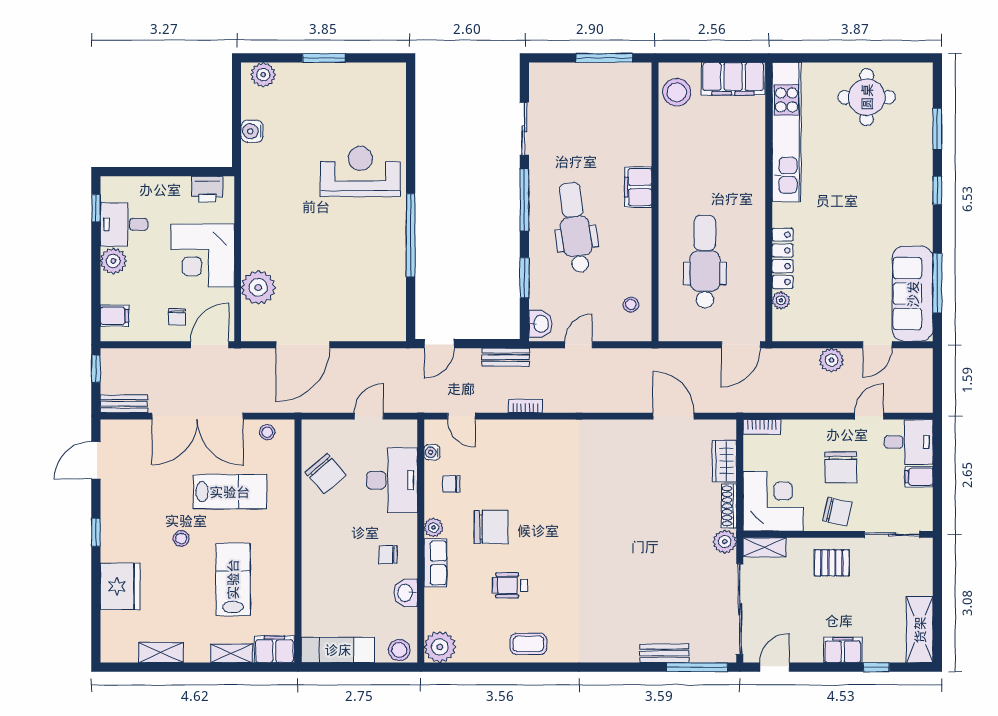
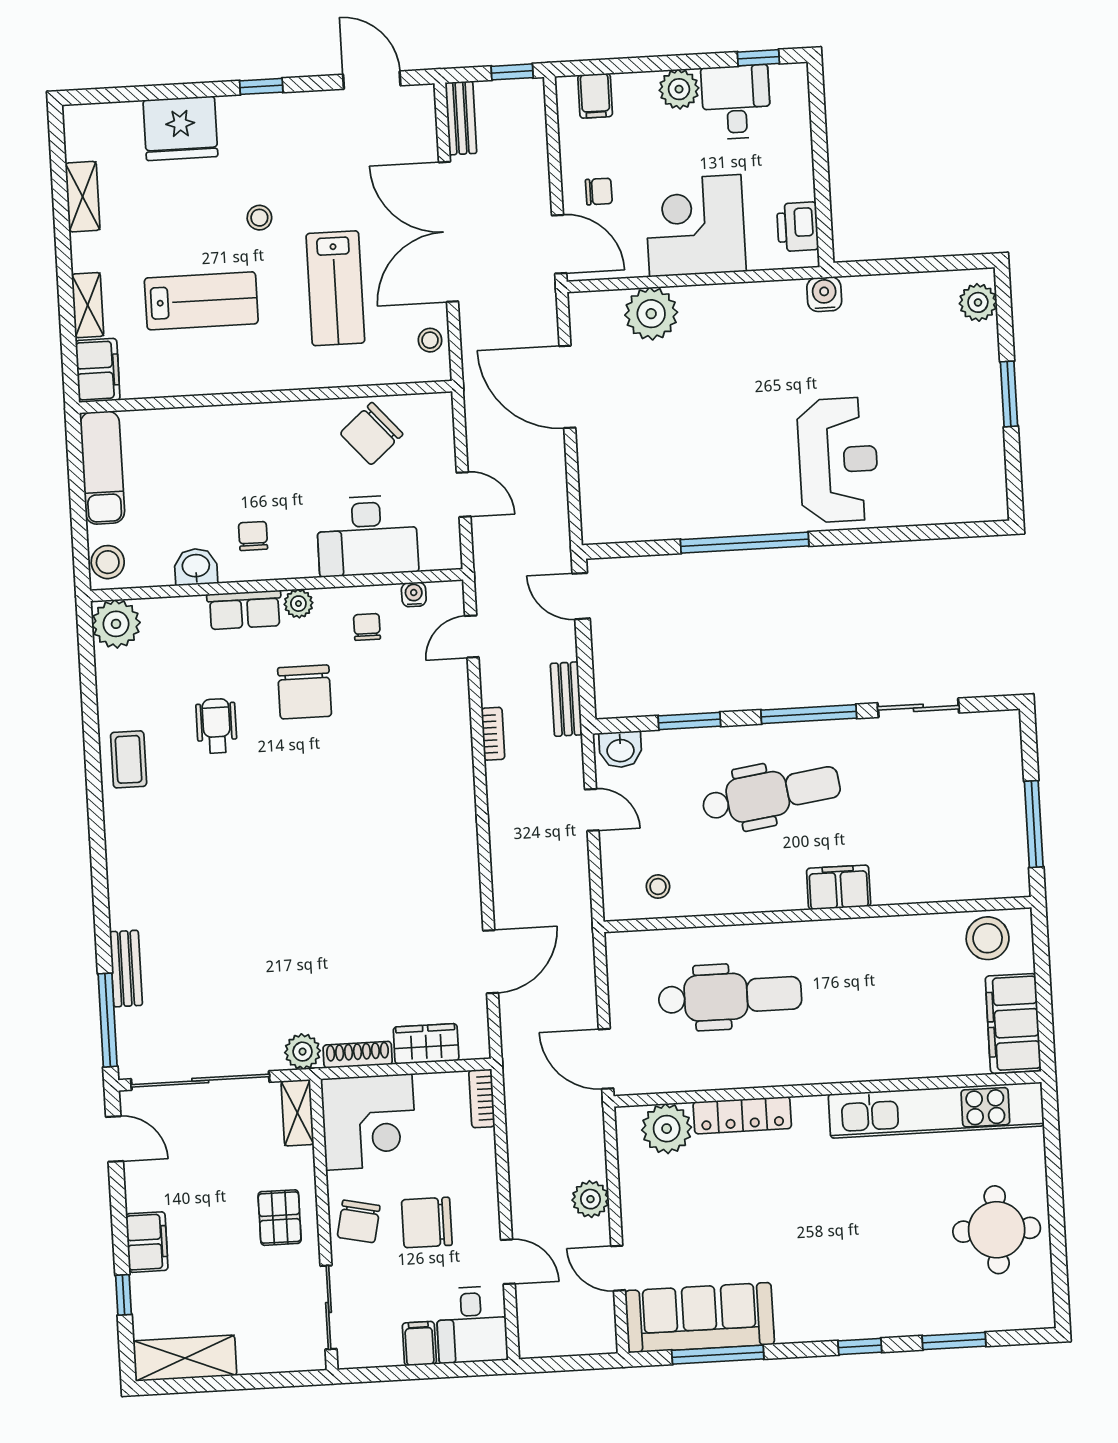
water cooler: (252, 131) -> (824, 294), moved
plant: (781, 300) -> (667, 1129), width x1.88, depth x1.88
chair: (177, 317) -> (599, 192), turned 180

